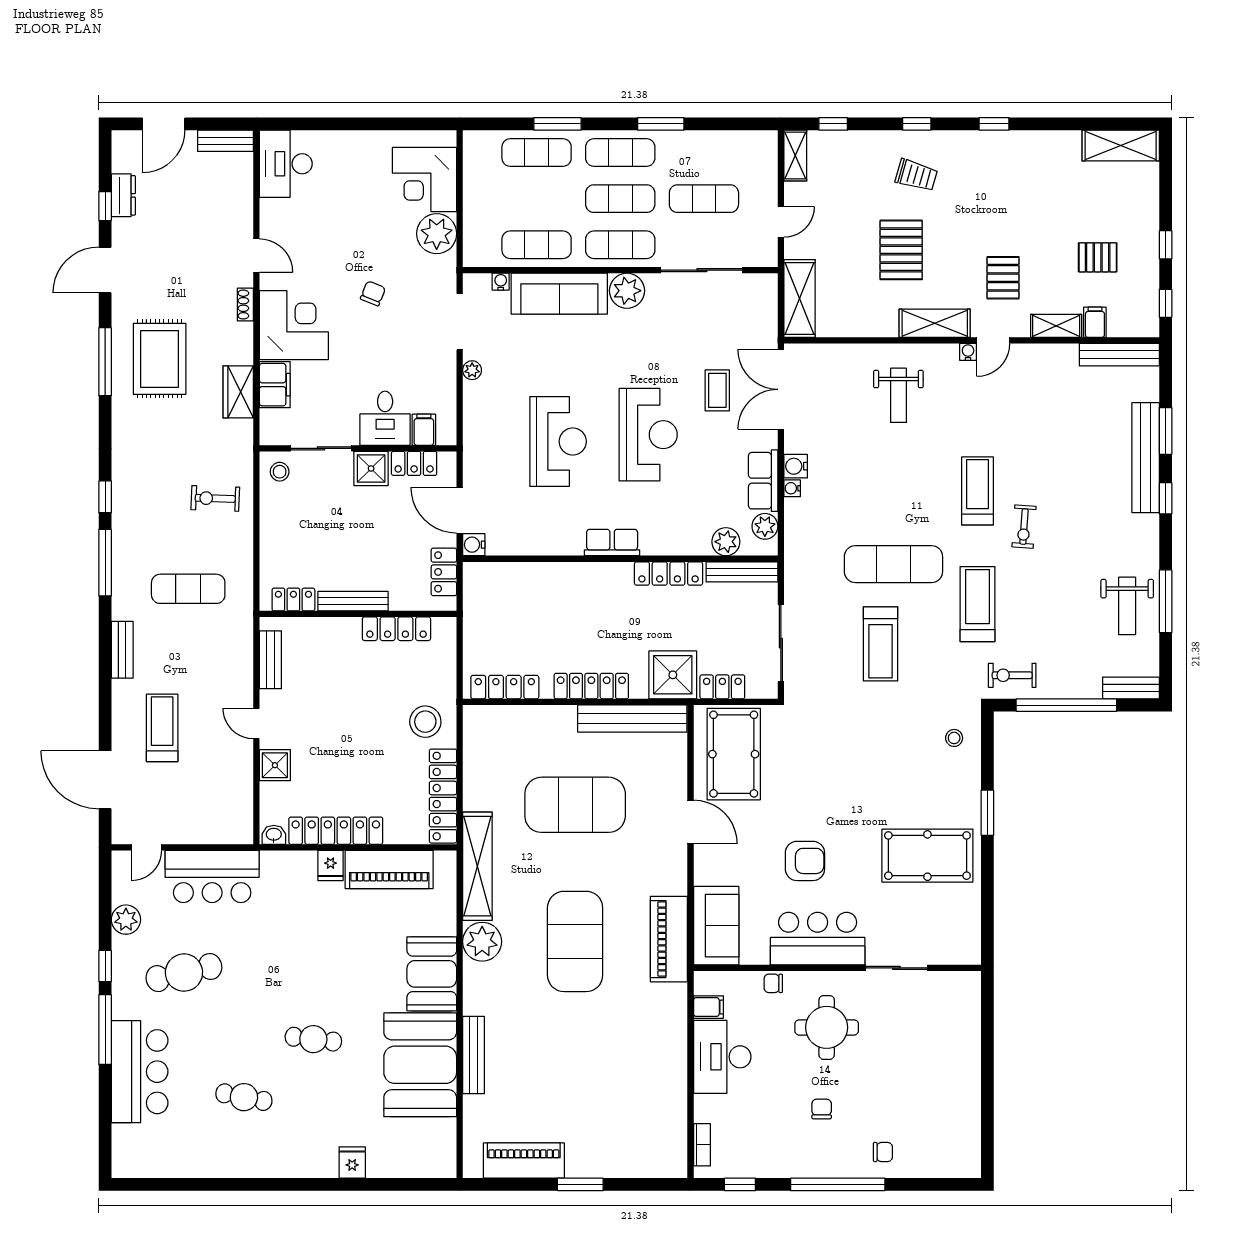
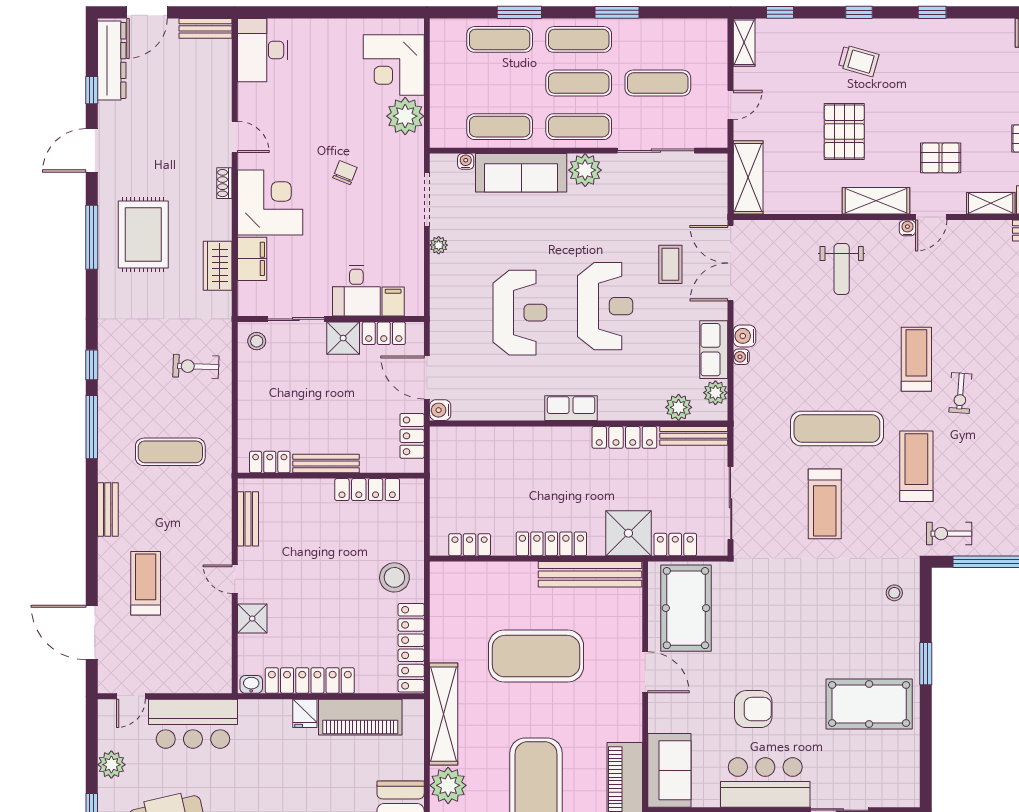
dresser: (123, 195) -> (112, 60), width x1.96, depth x1.24
pallet: (1003, 278) -> (941, 158), turned 90
locker: (505, 687) -> (470, 545), width x0.66

